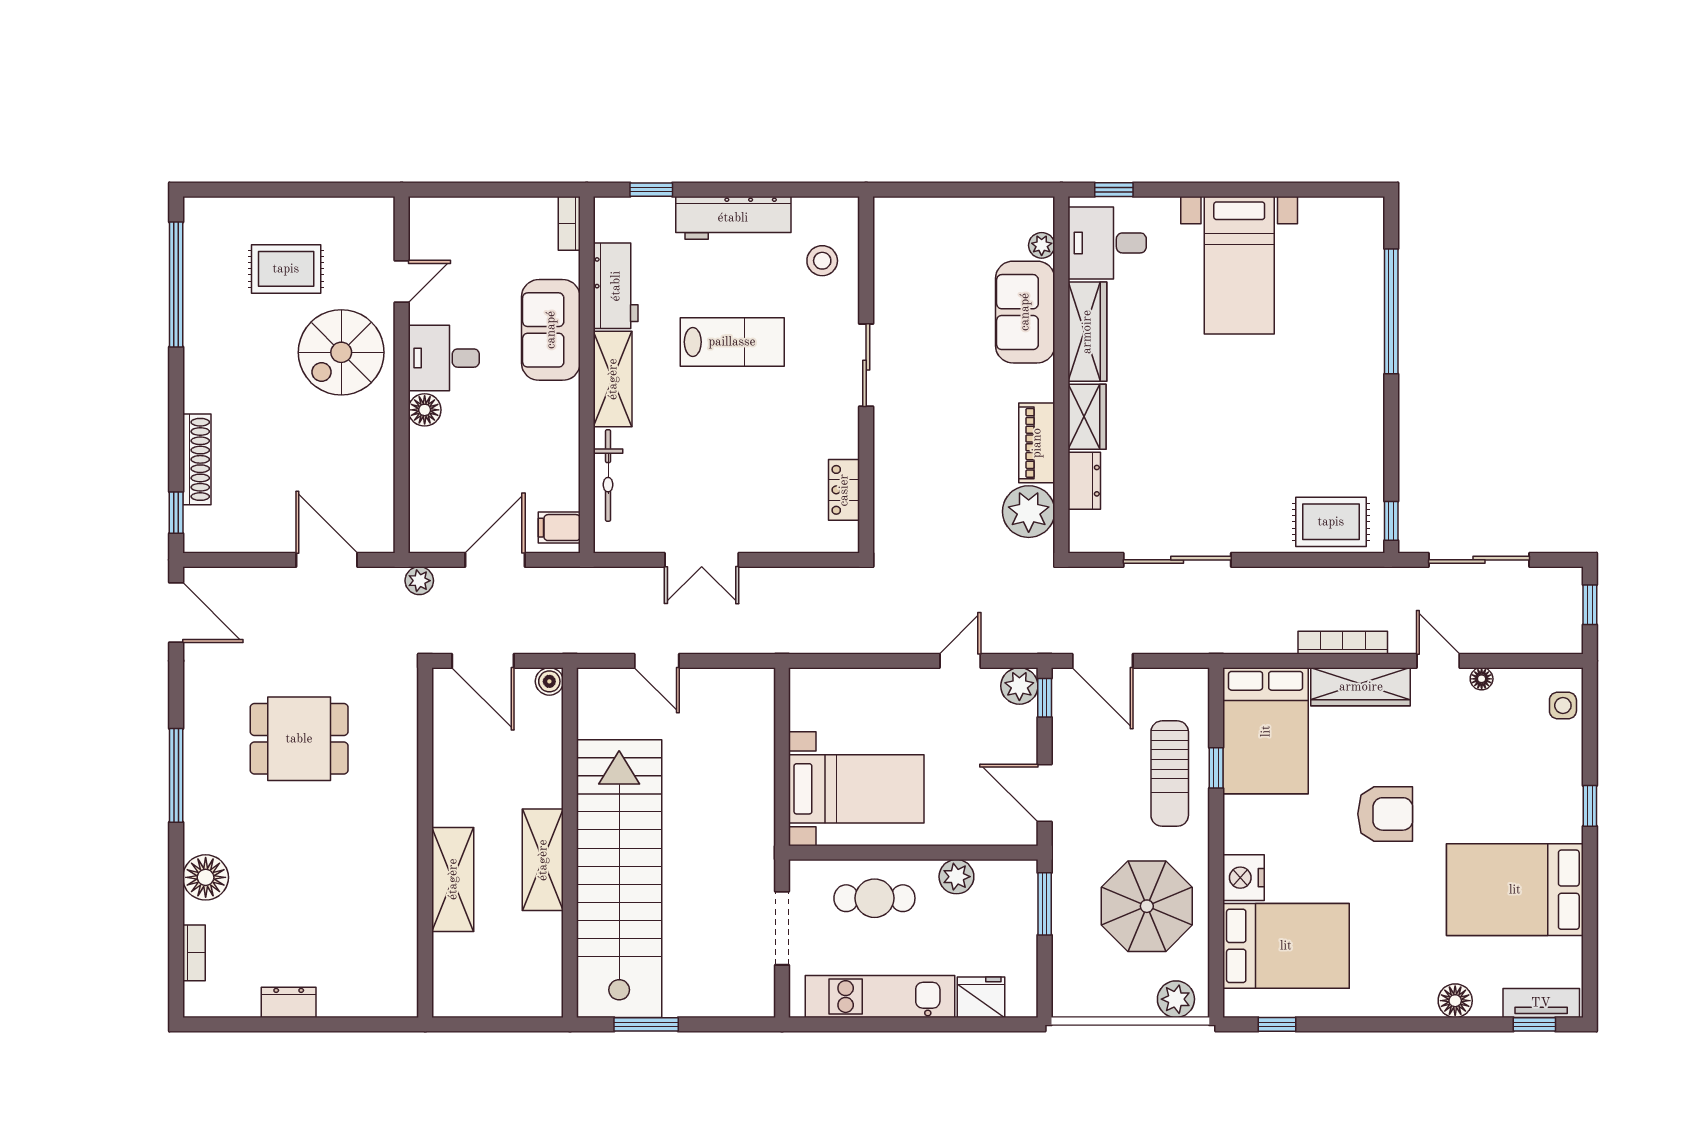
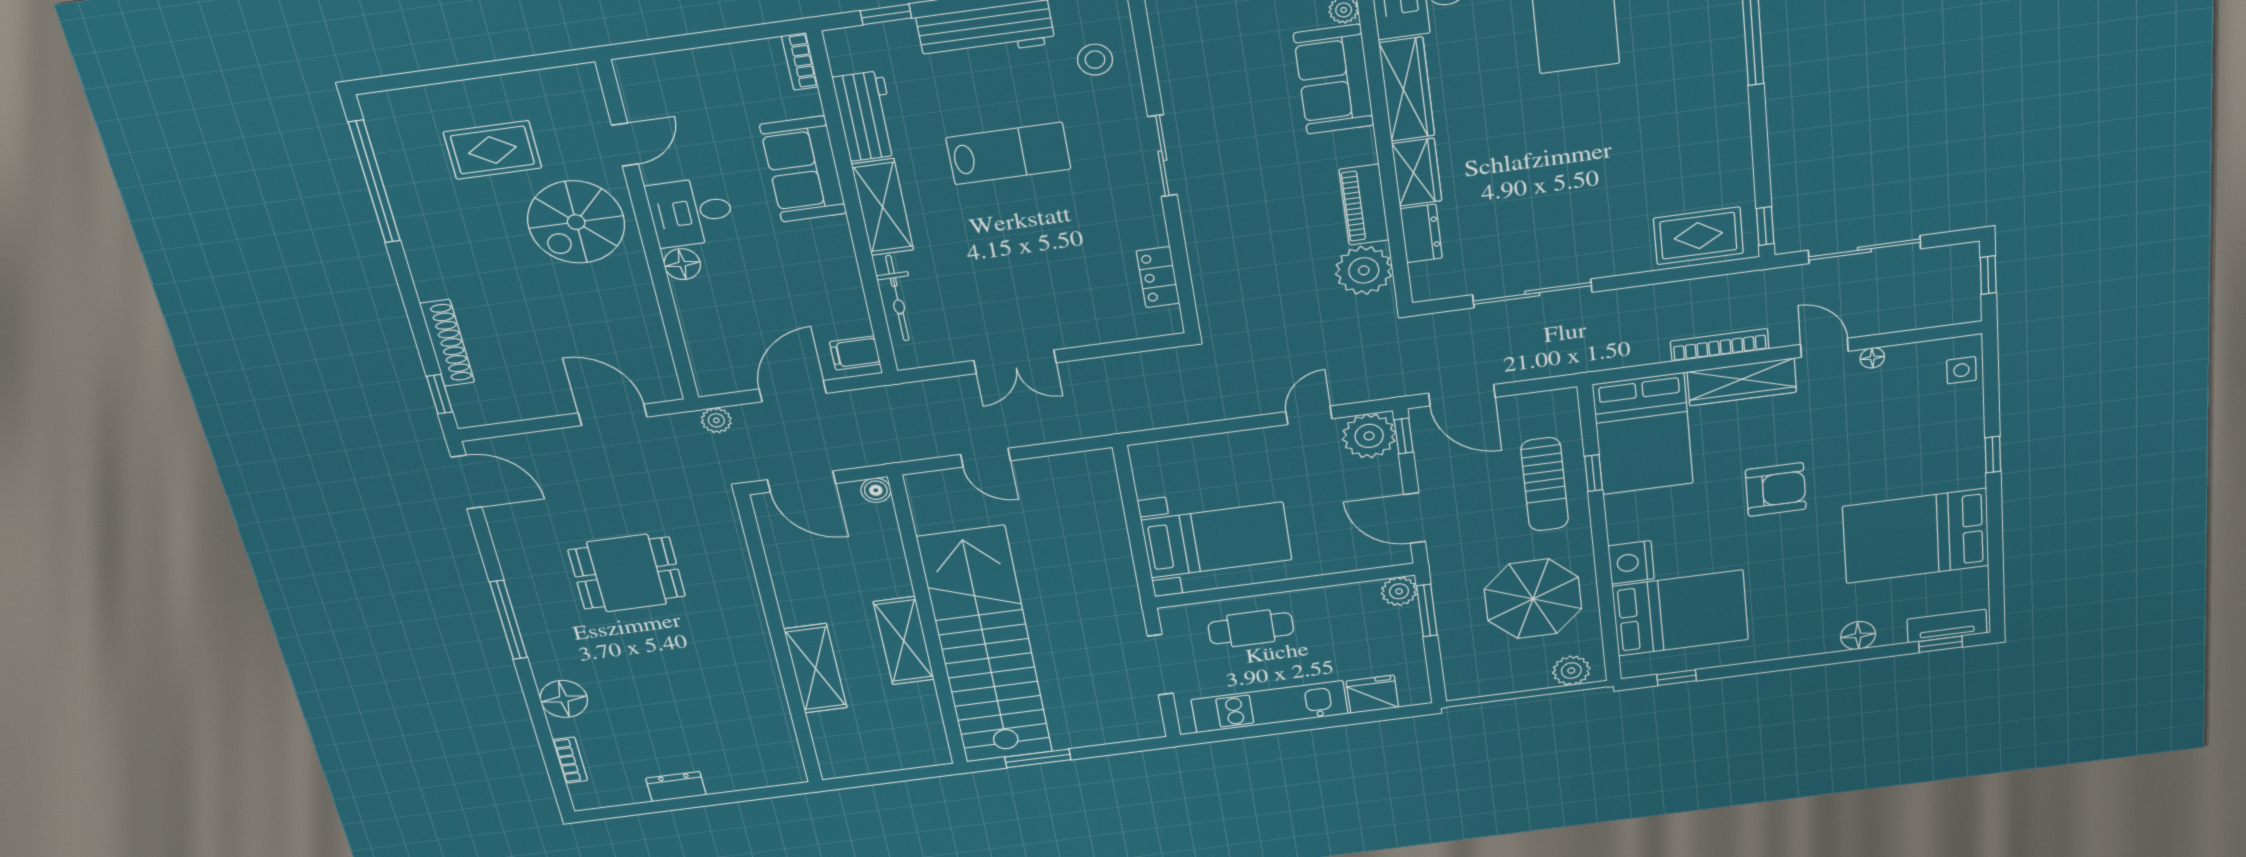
plant: (1019, 686) -> (1369, 436), width x1.36, depth x1.36
plant: (956, 877) -> (1399, 591), moved

